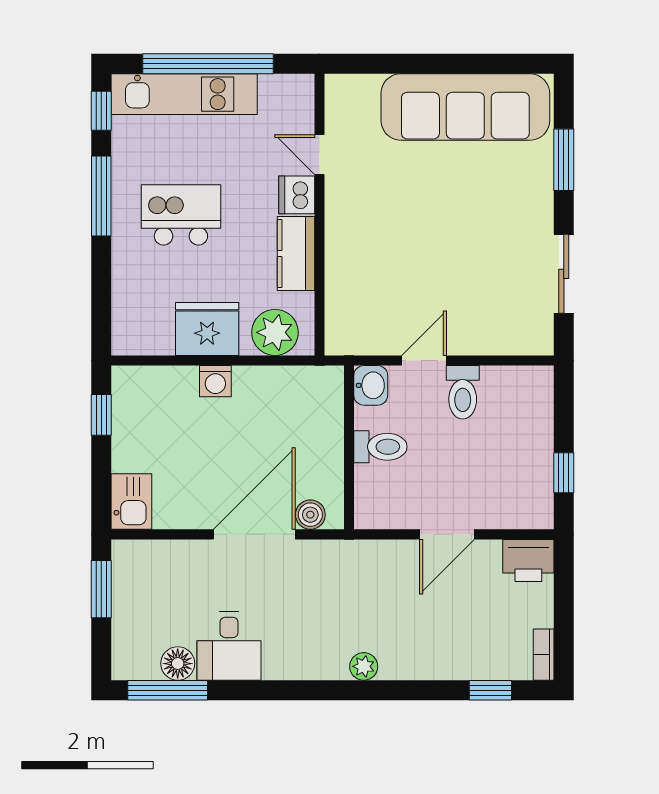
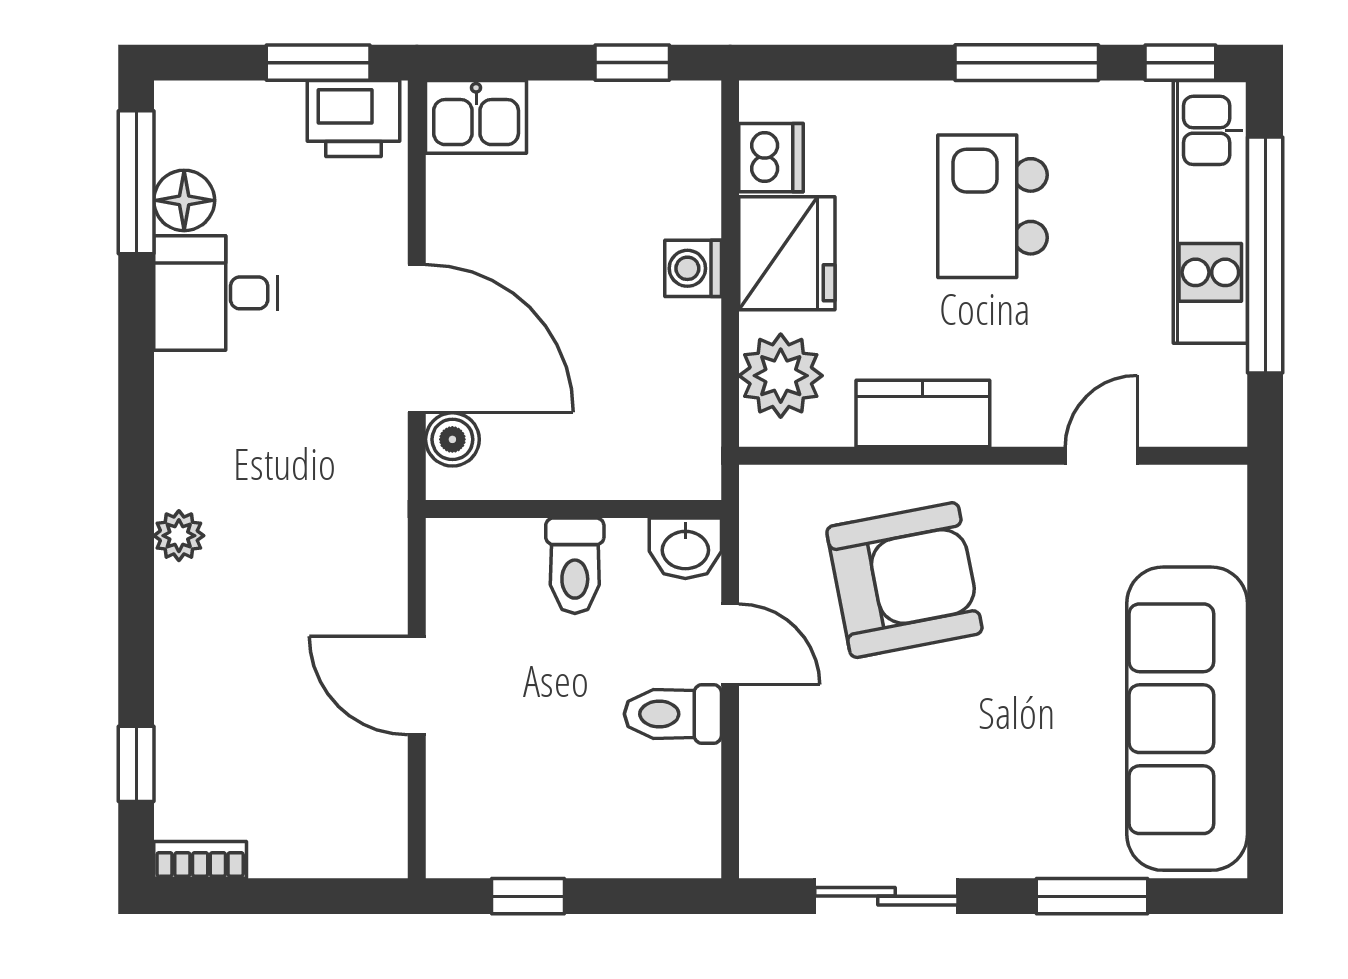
dishwasher: (297, 195) -> (771, 158), moved, turned 90
kitchen island: (181, 215) -> (993, 206), turned 180
armchair: (388, 264) -> (904, 580), added
printer: (528, 560) -> (353, 119), moved, turned -90

